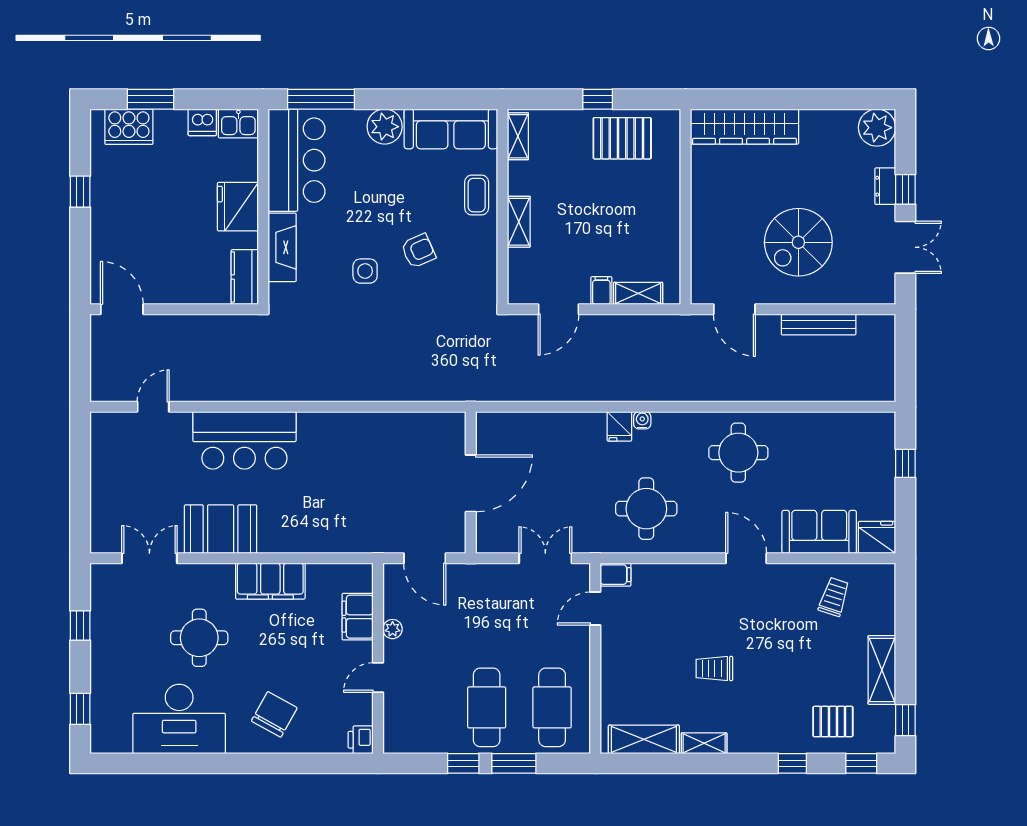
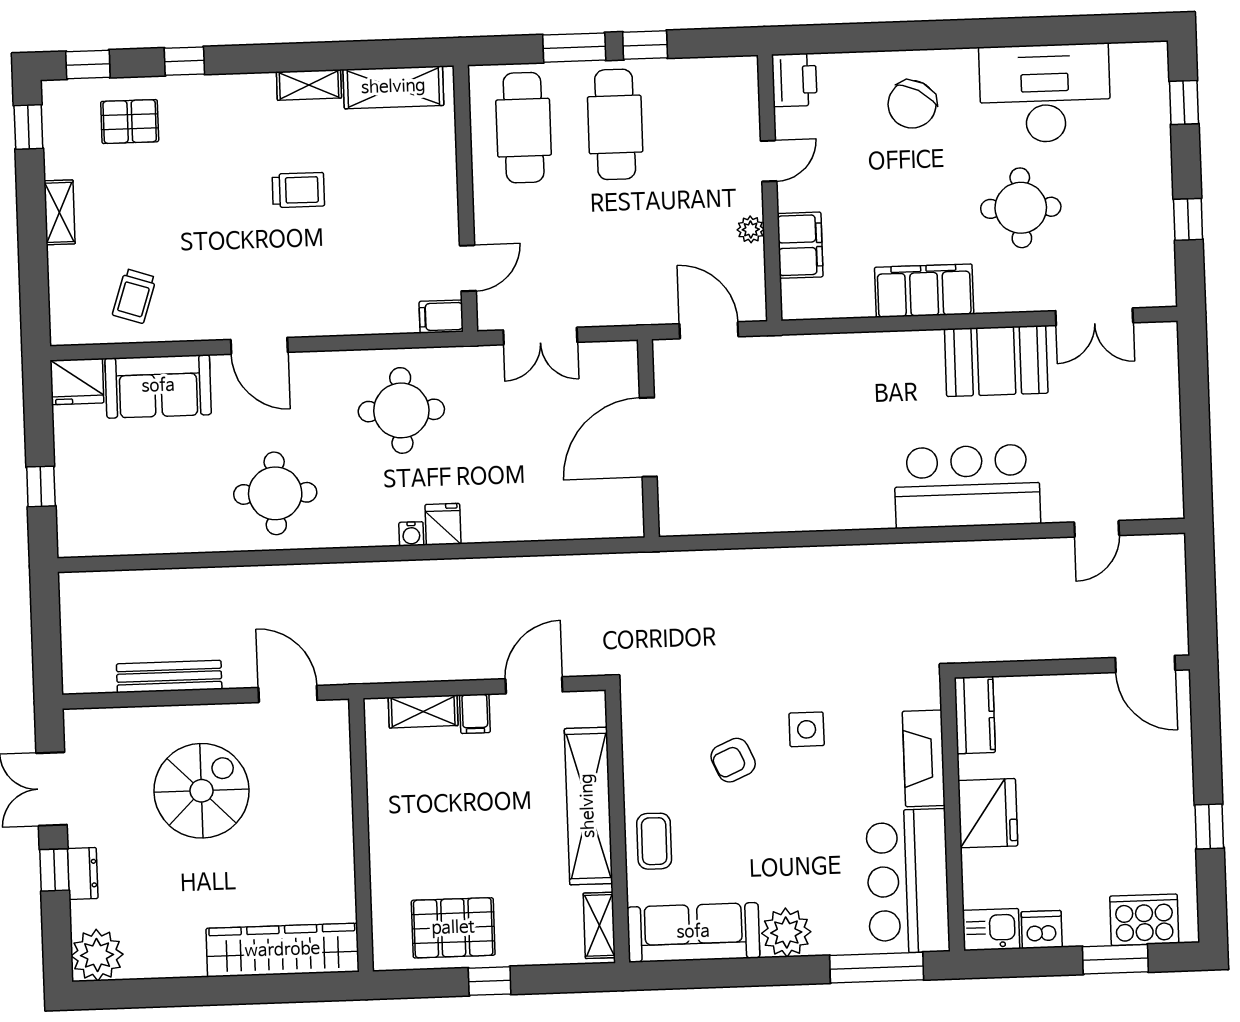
shelving: (519, 222) -> (588, 806), width x2.20, depth x1.33
shelving: (882, 670) -> (60, 212), width x0.67, depth x0.75
printer: (361, 740) -> (794, 80), width x1.36, depth x1.24

